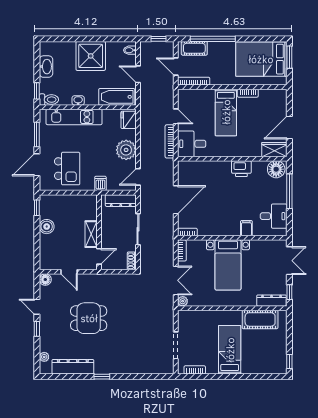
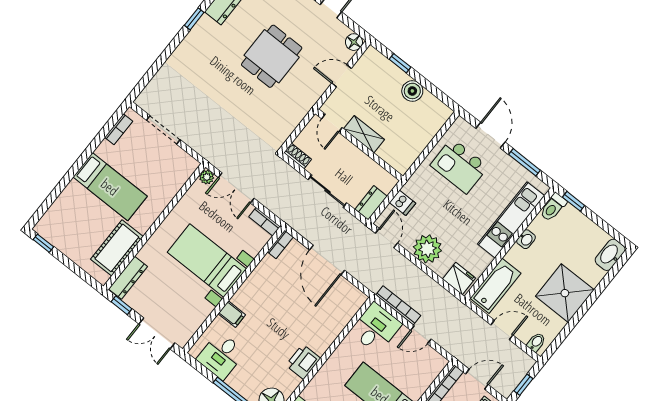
washbasin: (46, 67) -> (610, 255), moved, turned 90
dishwasher: (100, 183) -> (402, 203), moved
dresser: (121, 201) -> (371, 203), width x0.70
window: (37, 208) -> (400, 63), moved

